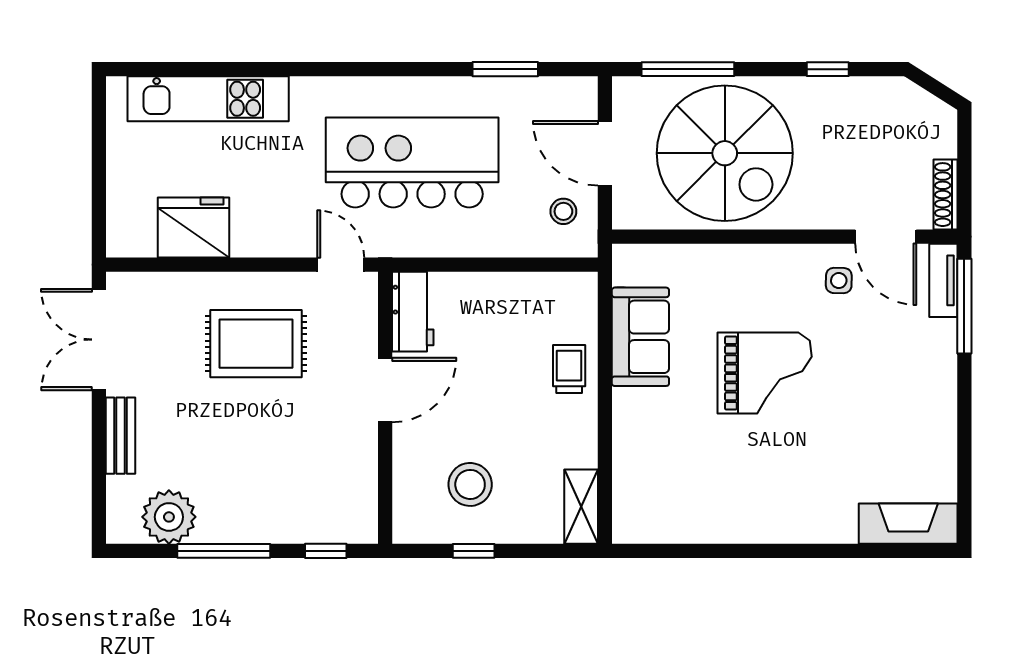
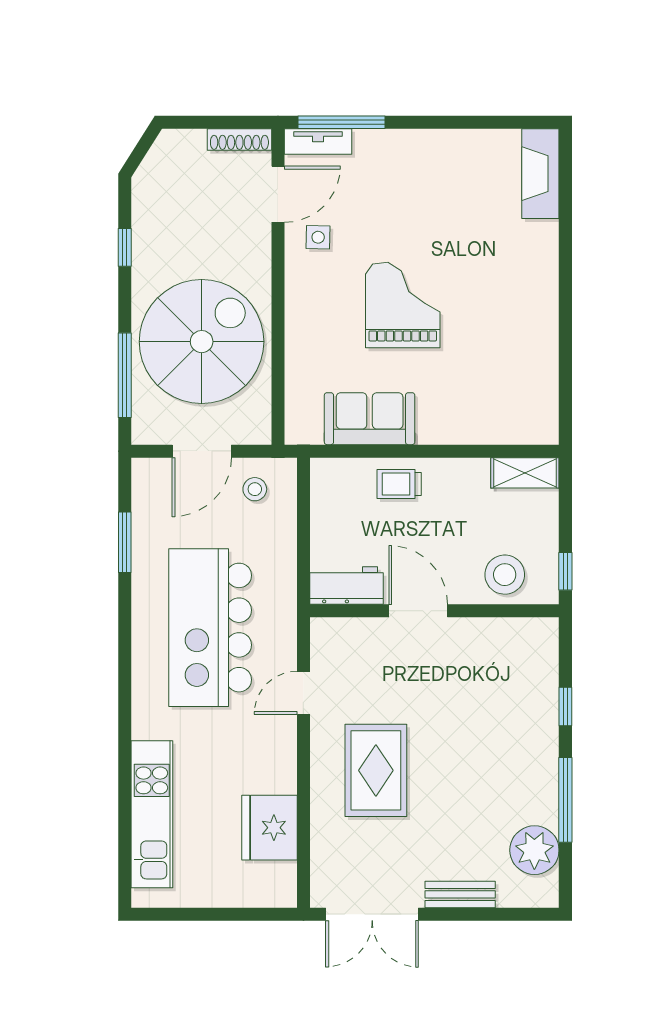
workbench: (413, 312) -> (347, 586), moved
door: (385, 390) -> (418, 611), moved
wall: (385, 408) -> (434, 611), moved

